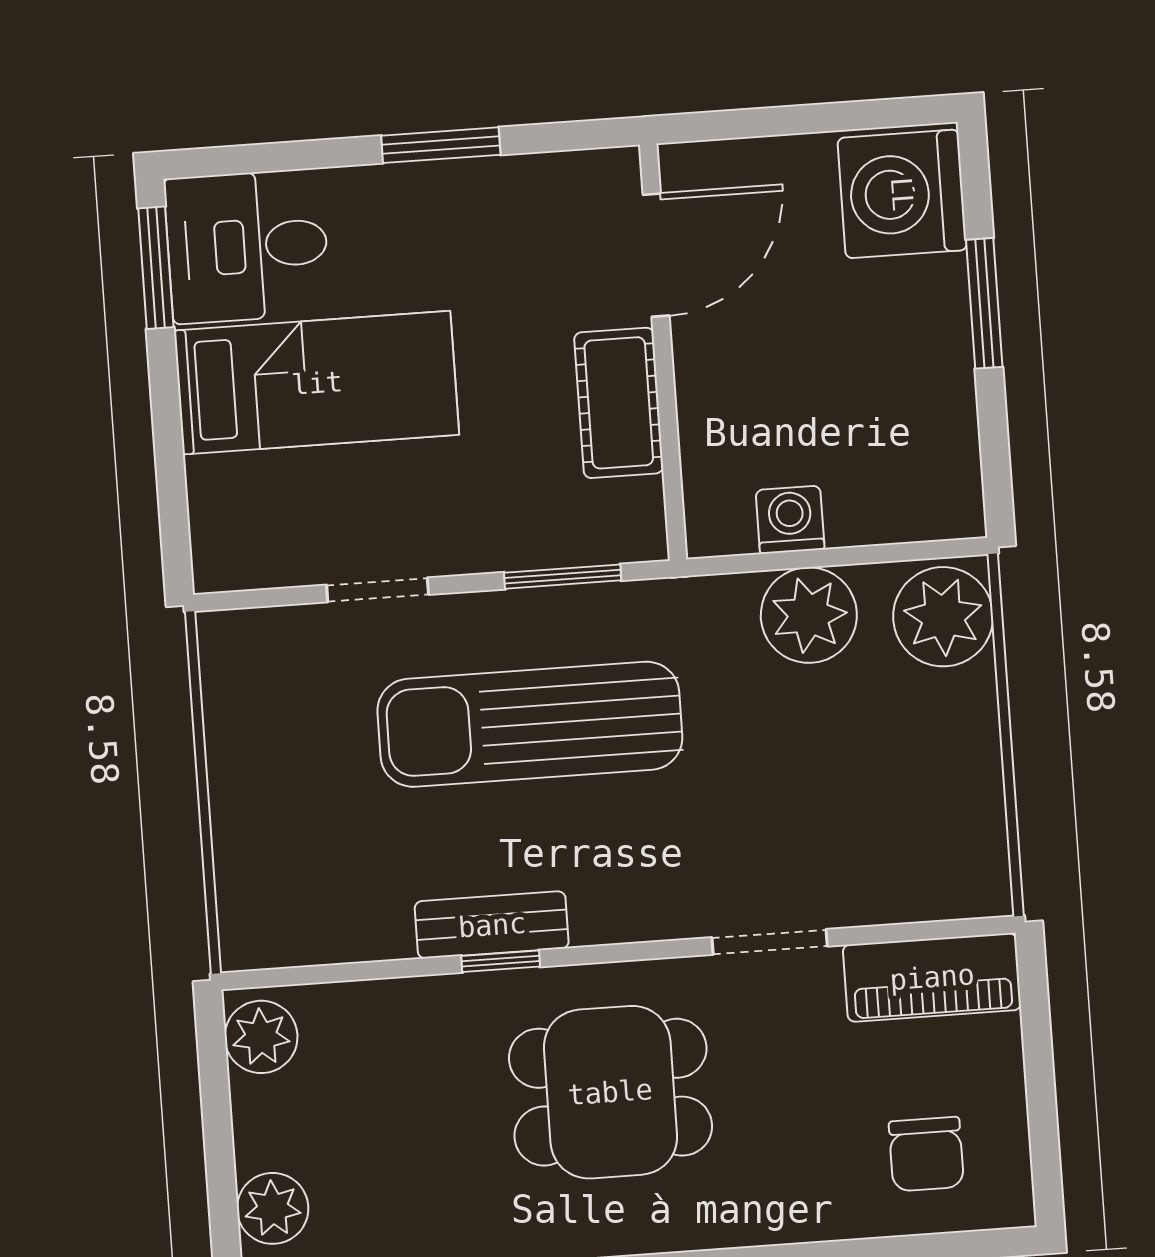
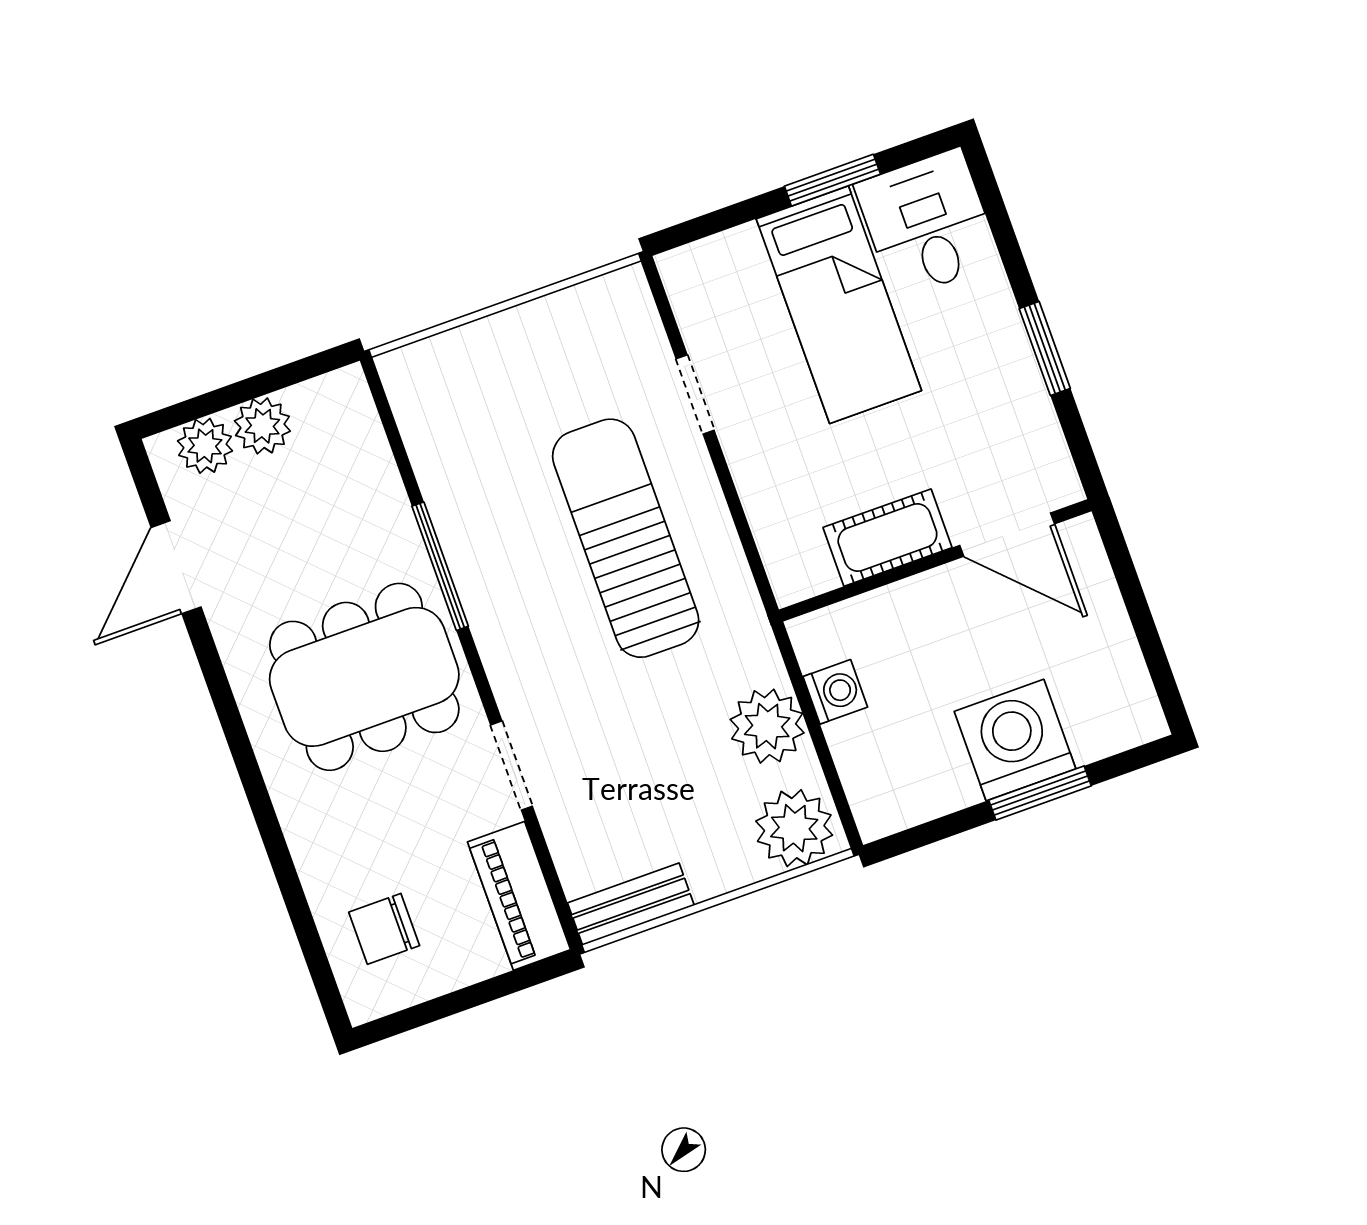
washing machine: (902, 194) -> (1015, 740), moved
window: (156, 268) -> (832, 180), moved
window: (563, 577) -> (744, 532), removed
bench: (492, 925) -> (631, 904), moved, turned 90
window: (501, 961) -> (440, 566), width x2.17
plant: (261, 1037) -> (262, 426), moved
dining table: (610, 1092) -> (364, 677), width x1.38

